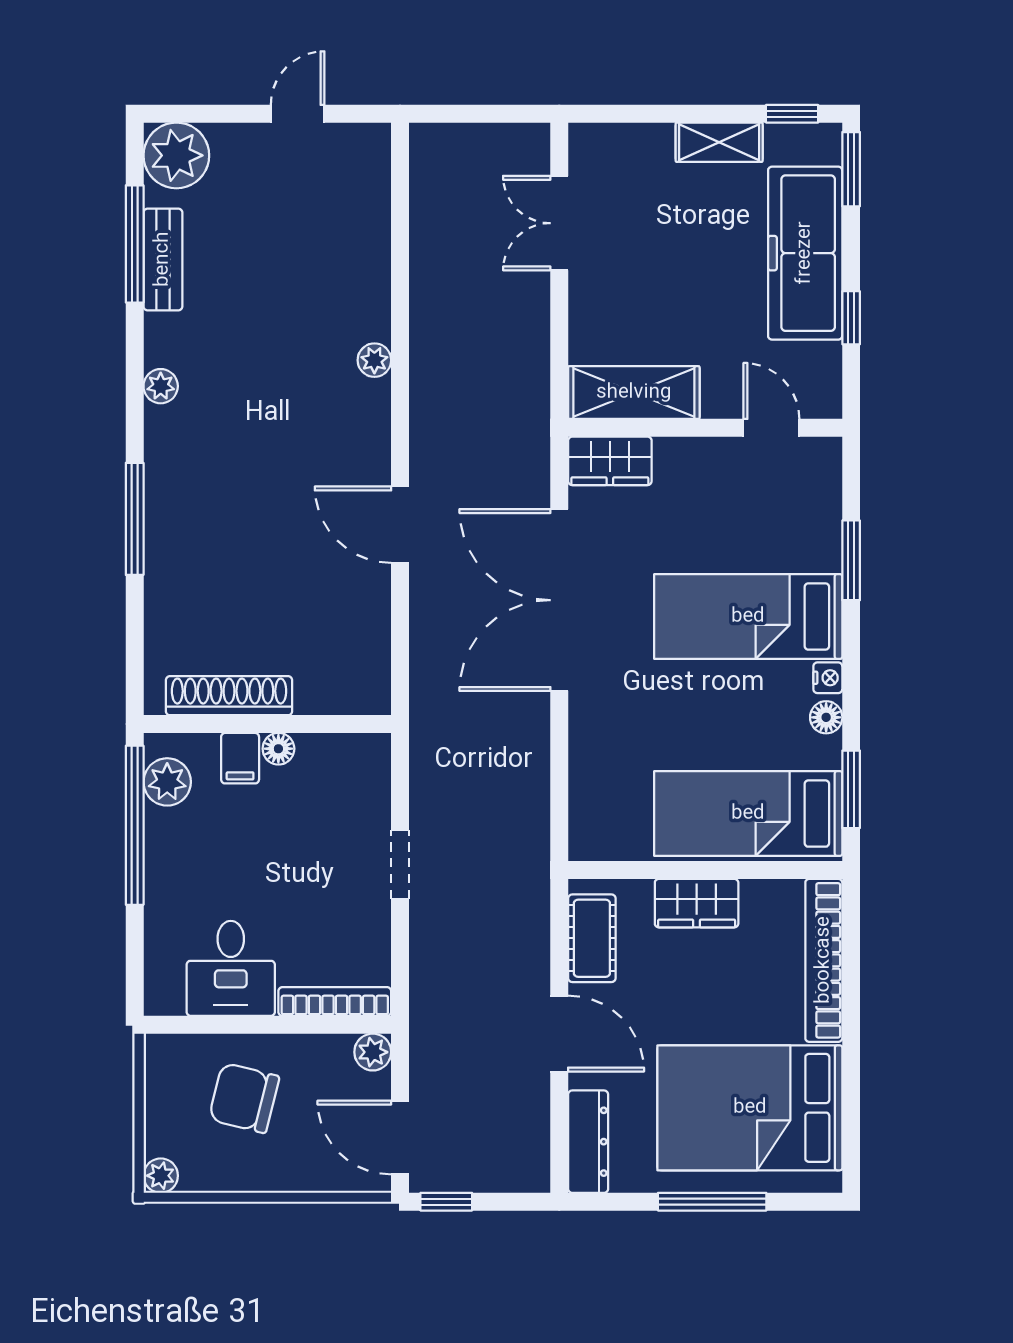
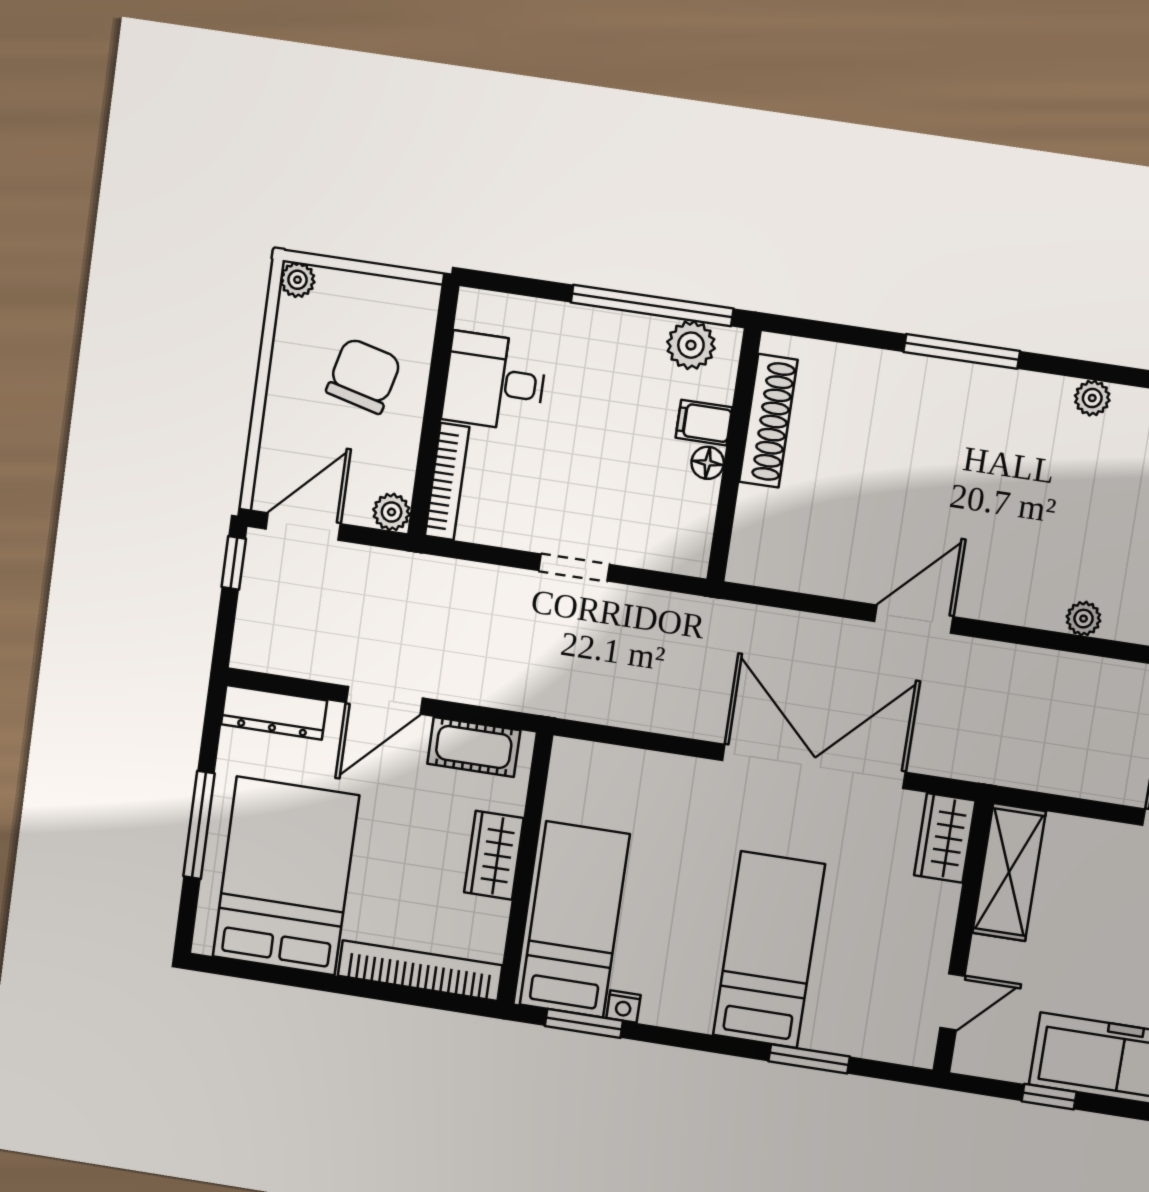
nightstand: (828, 678) -> (623, 1006), moved
floor lamp: (826, 717) -> (658, 1010), removed

